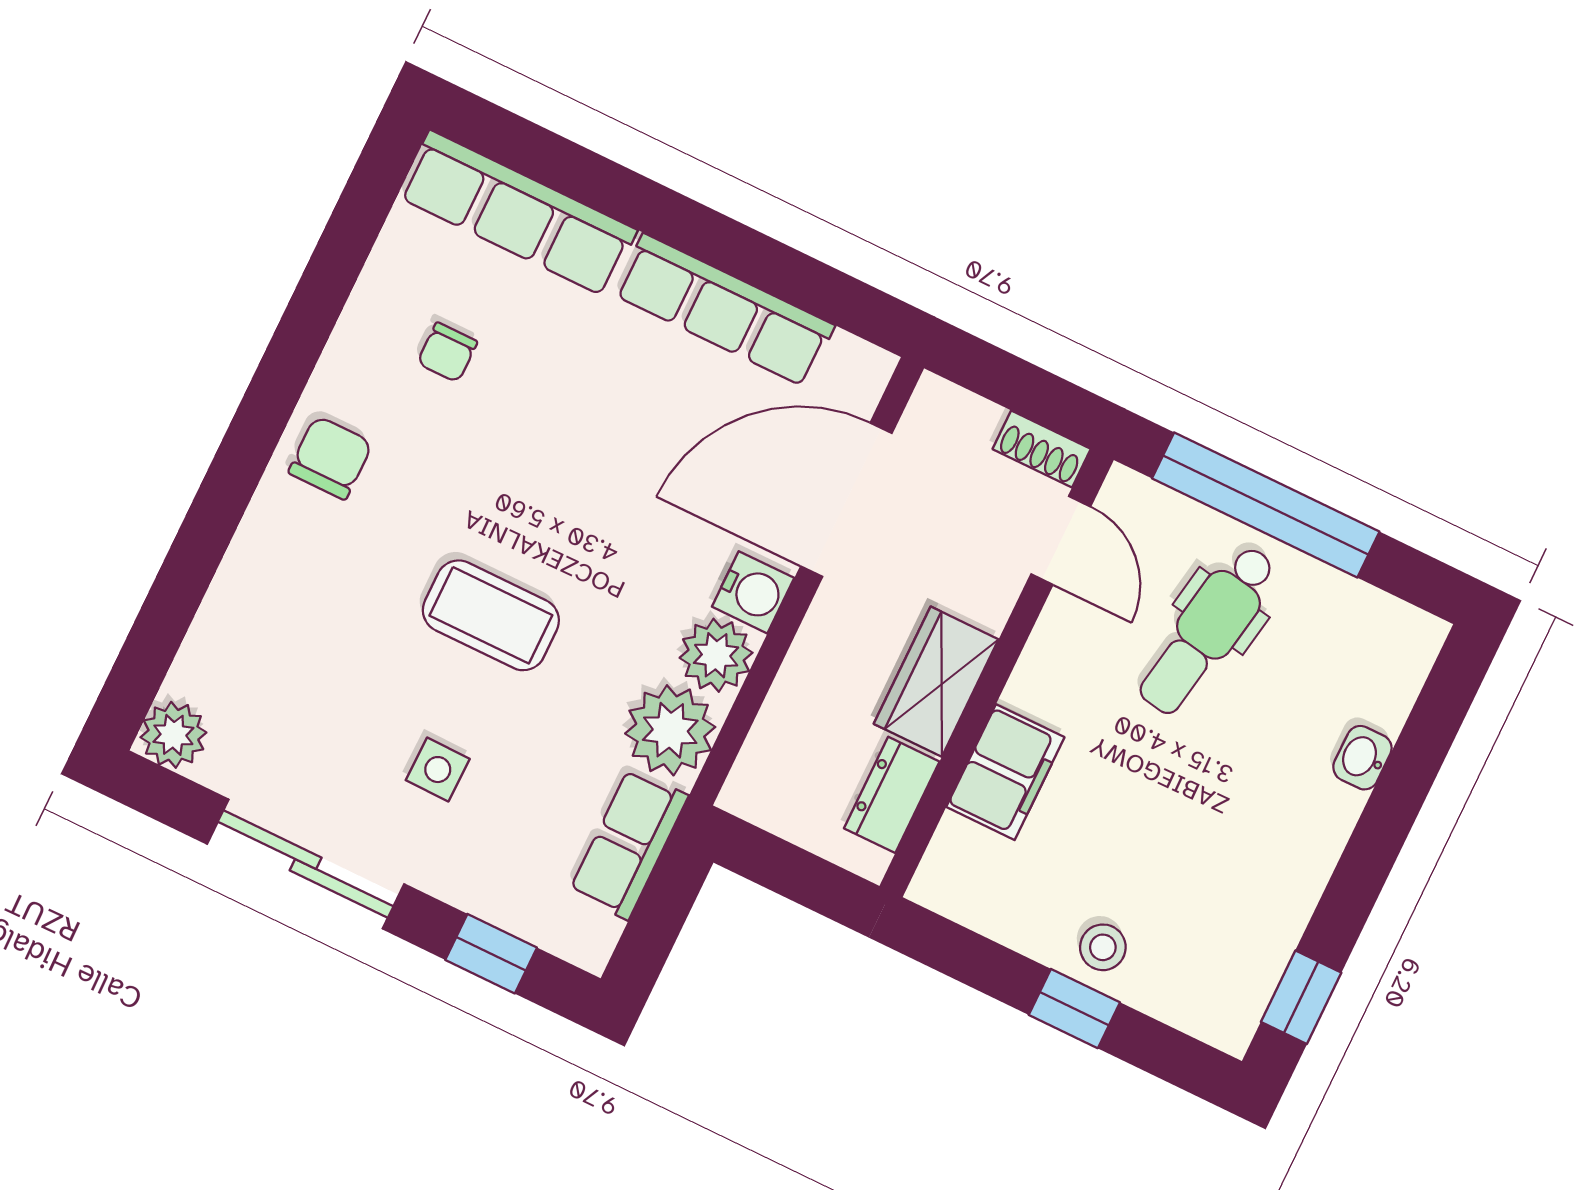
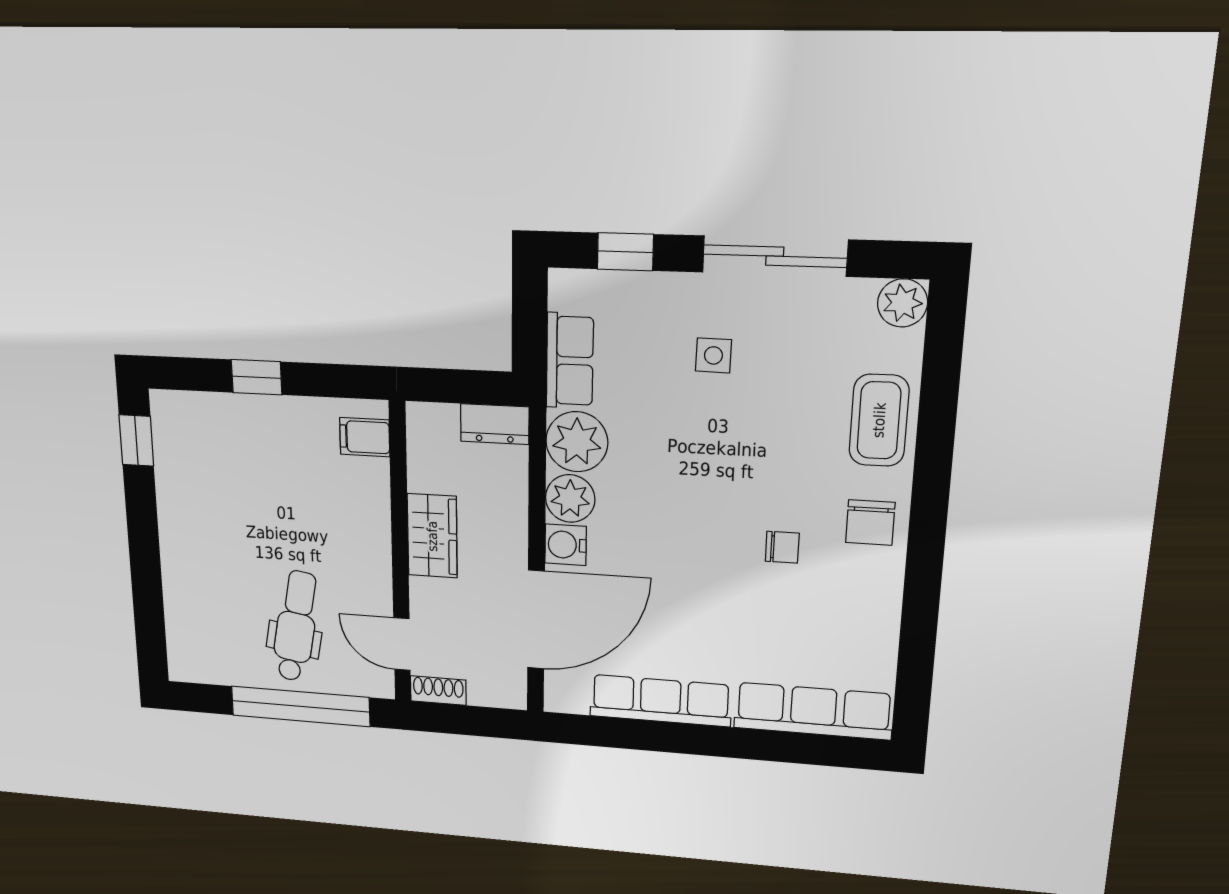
chair: (447, 352) -> (782, 547), moved, turned 90
coffee table: (491, 615) -> (879, 420), moved, turned 90
washbasin: (1362, 758) -> (176, 590), removed
filing cabinet: (1005, 772) -> (365, 437), moved, width x0.50
dresser: (892, 795) -> (495, 424), moved, turned 90
stool: (1103, 947) -> (259, 421), removed

